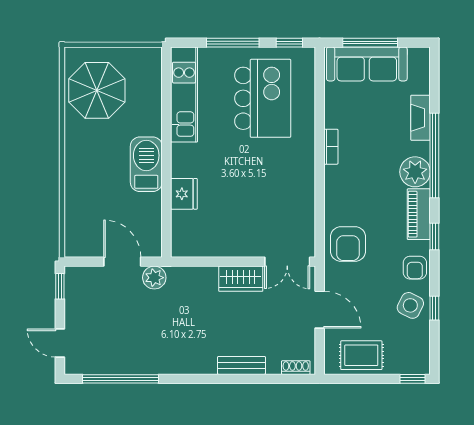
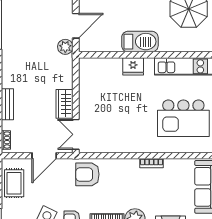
fridge: (184, 194) -> (133, 66), moved

